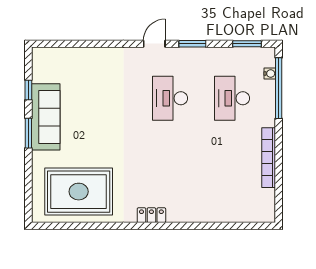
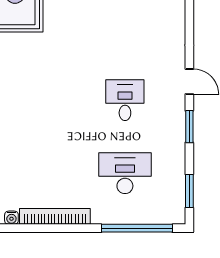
water cooler: (270, 74) -> (11, 218), moved
desk: (170, 98) -> (125, 100), width x0.73

